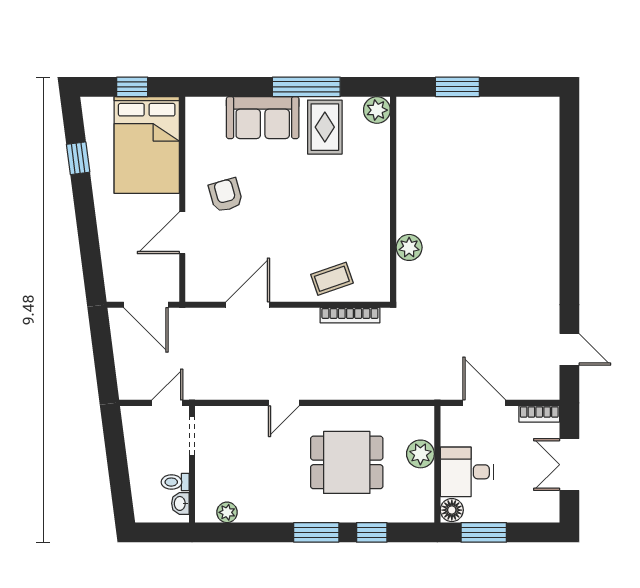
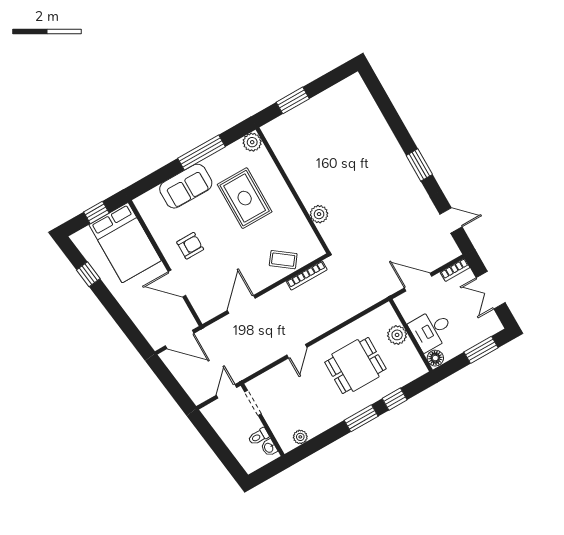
rug: (325, 127) -> (245, 198), moved, width x1.36, depth x1.43
armchair: (226, 195) -> (190, 246), turned 106
door: (182, 233) -> (177, 283), hinge flipped
window: (569, 257) -> (419, 165), added
coffee table: (332, 279) -> (283, 260), turned 56
window: (484, 532) -> (481, 350), moved

